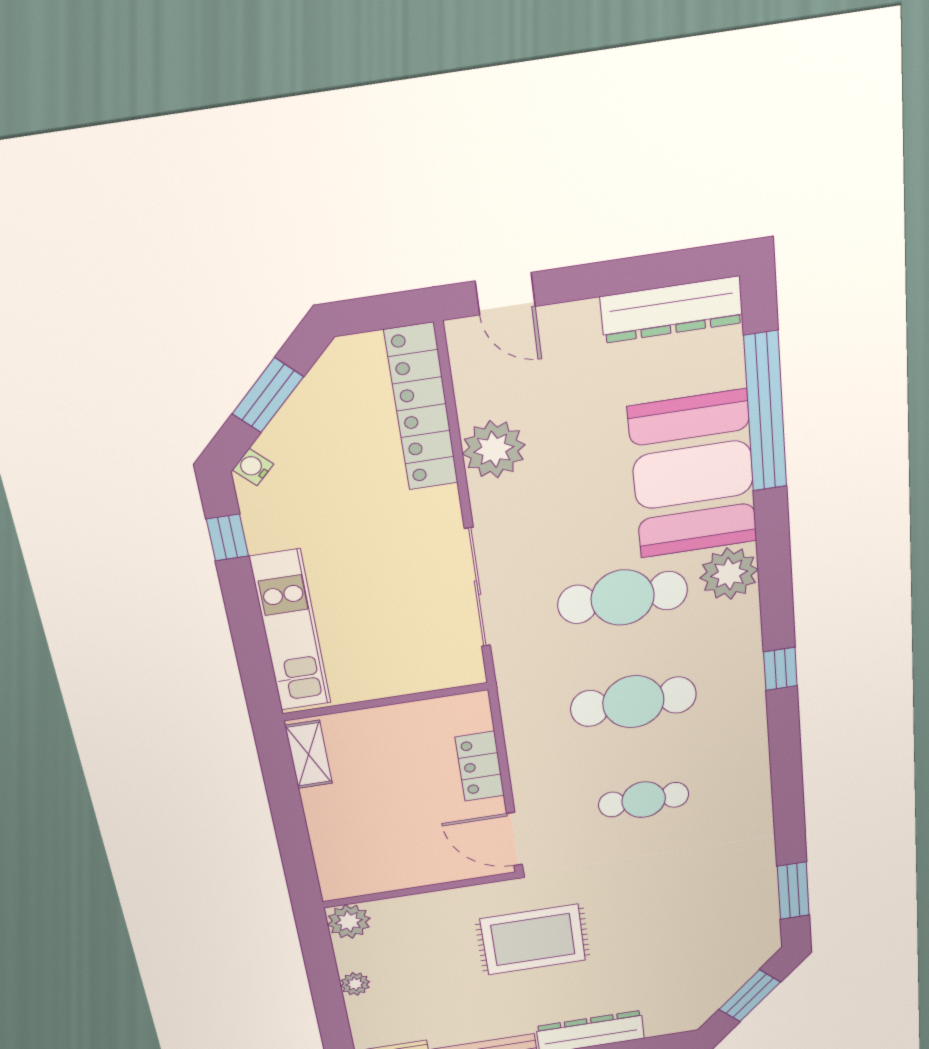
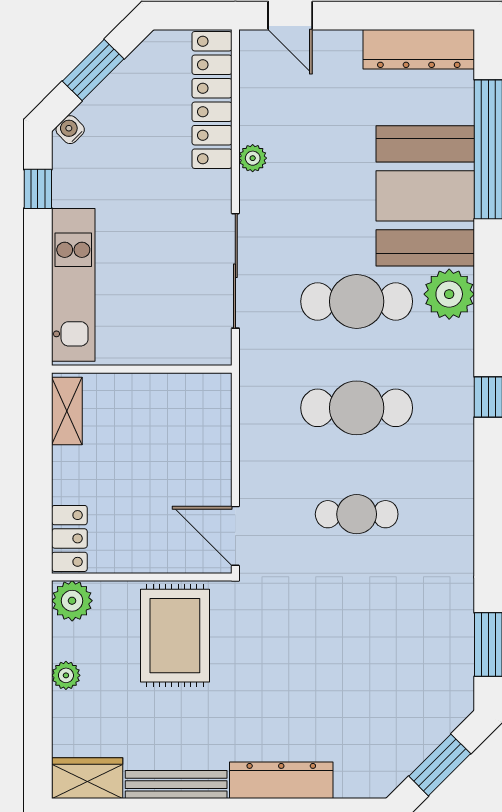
plant: (494, 449) -> (253, 158), width x0.53, depth x0.53
locker: (480, 766) -> (69, 538), moved, turned 180
rug: (533, 940) -> (175, 636), moved, turned 90

